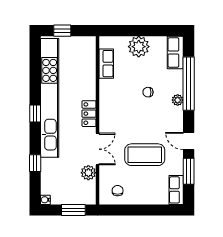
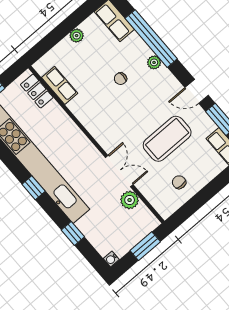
plant: (139, 47) -> (77, 36), width x0.53, depth x0.53
locker: (89, 114) -> (37, 91), moved
chair: (118, 191) -> (179, 182), moved

